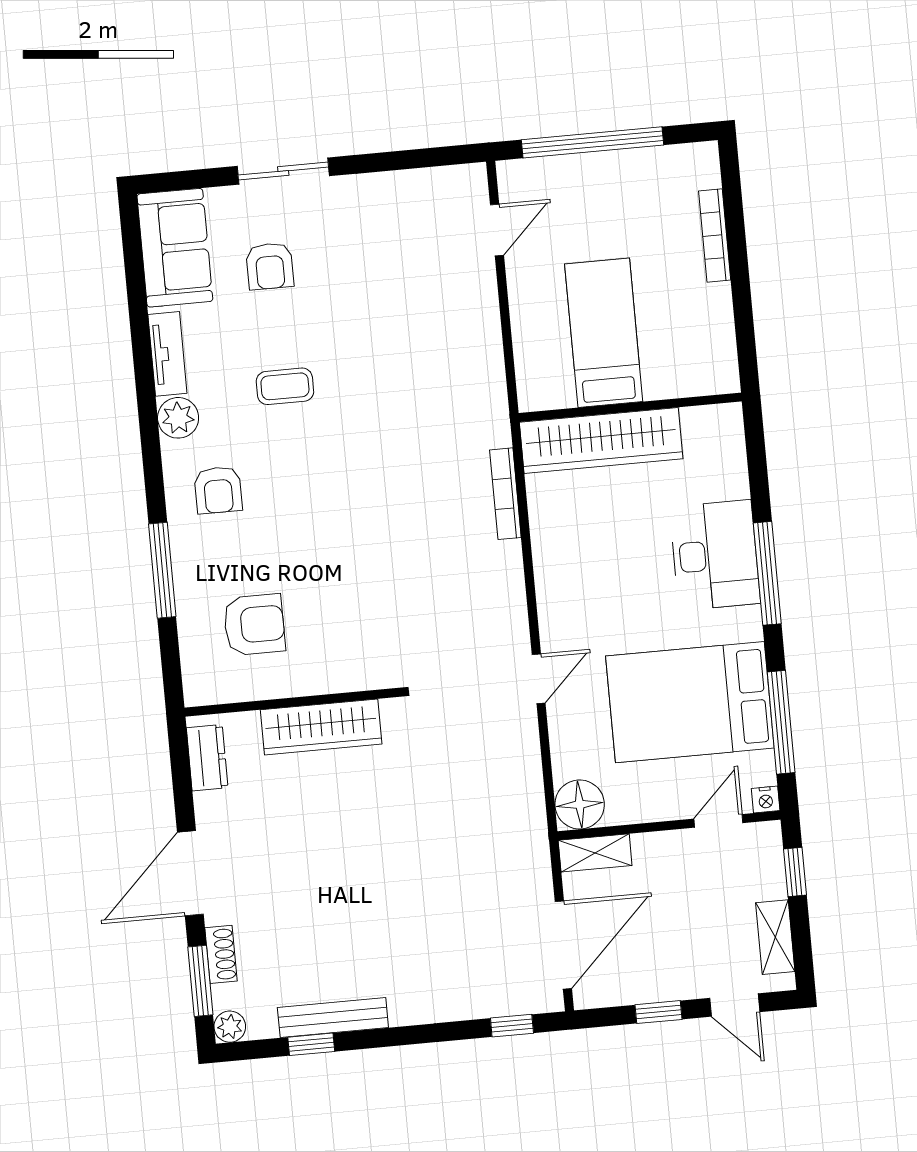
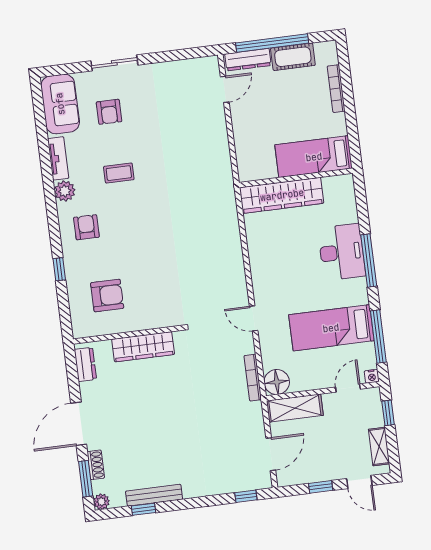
cot: (632, 171) -> (293, 57), added
dresser: (544, 173) -> (248, 60), added
bed: (604, 333) -> (314, 157), moved, turned -90
armchair: (218, 490) -> (86, 227), turned 180
bookcase: (505, 494) -> (253, 378), moved
window: (162, 570) -> (59, 269), width x0.46
door: (539, 679) -> (254, 318), swing flipped
bed: (690, 702) -> (331, 328), width x0.67
shelving: (595, 853) -> (295, 408), width x1.50, depth x1.33
door: (563, 945) -> (271, 454), width x0.73

